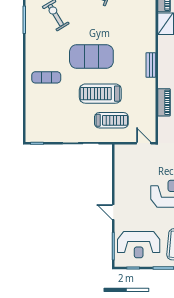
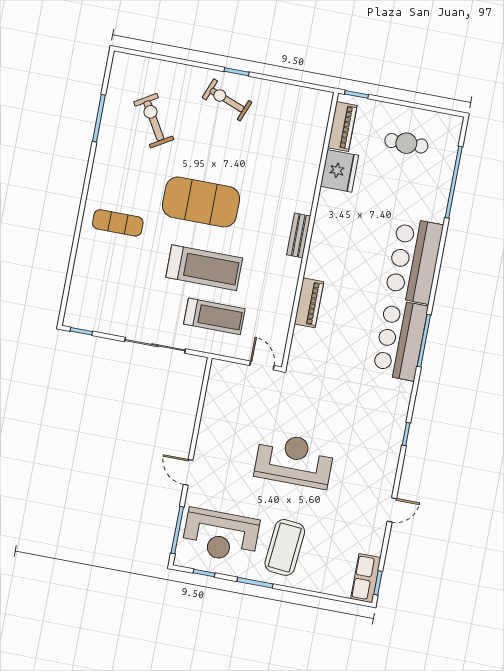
treadmill: (100, 94) -> (204, 268), turned 180

